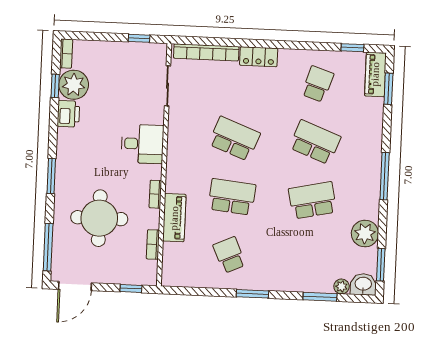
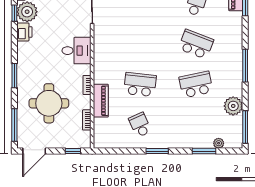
school desk: (234, 139) -> (140, 44), removed
window: (381, 265) -> (245, 127), width x1.44
washbasin: (363, 284) -> (234, 141), removed

